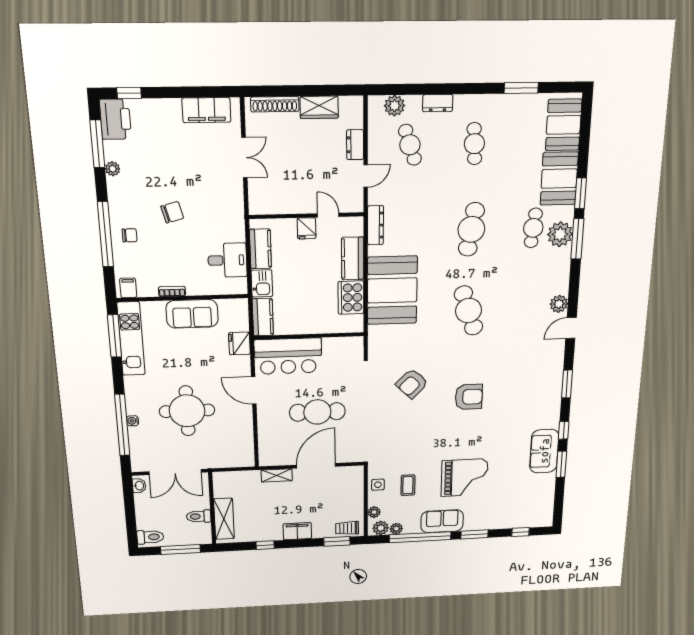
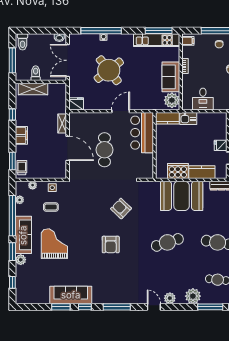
plant: (560, 234) -> (193, 296), moved
kitchen counter: (260, 249) -> (209, 118), removed
plant: (232, 311) -> (172, 100), added
fridge: (239, 343) -> (76, 104), moved
window: (567, 384) -> (117, 307), width x1.44
round table: (187, 411) -> (109, 70), turned -38
sofa: (544, 451) -> (71, 295), width x1.36
grand piano: (465, 478) -> (54, 244), turned 180
sofa: (442, 521) -> (23, 235), width x1.36
plant: (381, 528) -> (21, 260), moved

